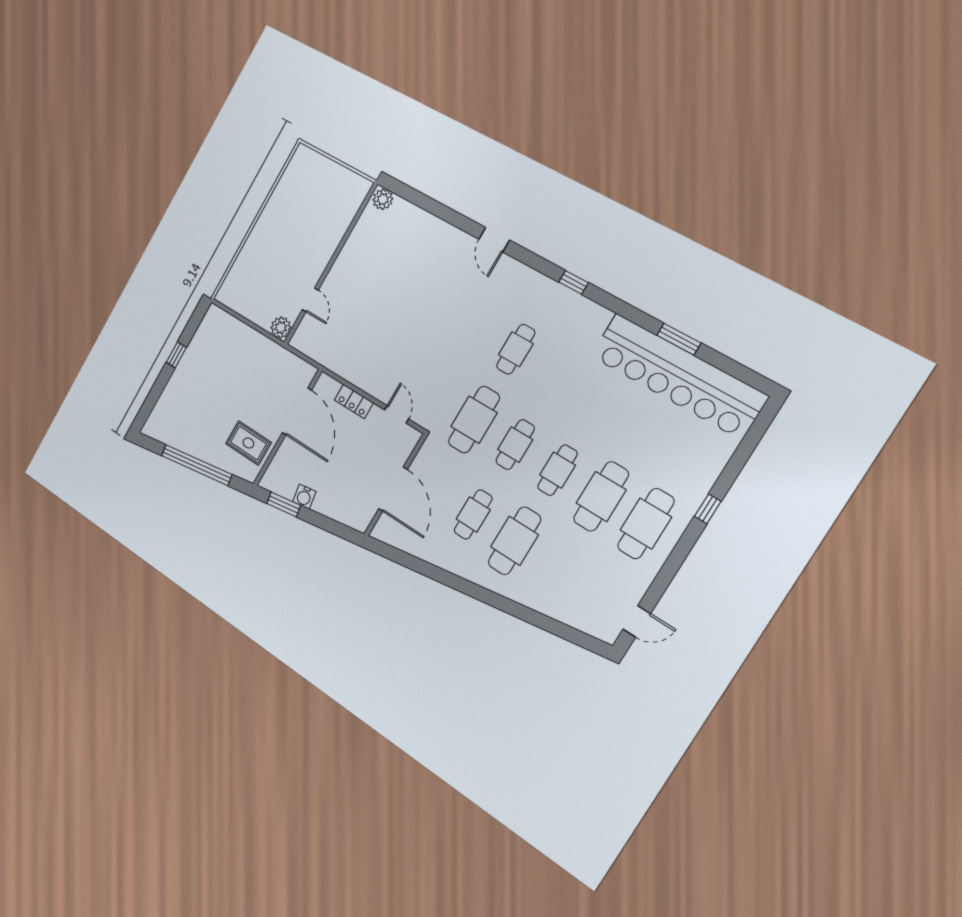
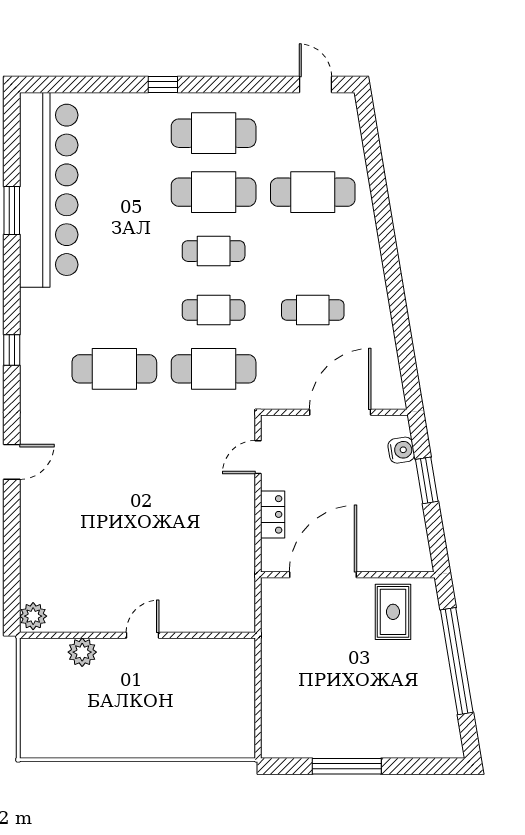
door: (310, 300) -> (143, 635), moved
plant: (281, 328) -> (82, 652), moved
cafe table: (516, 349) -> (114, 369), width x1.37, depth x1.35
window: (176, 355) -> (347, 766), width x2.17
water cooler: (304, 497) -> (401, 450), moved
window: (284, 504) -> (427, 480), moved
cafe table: (515, 541) -> (313, 192), moved

